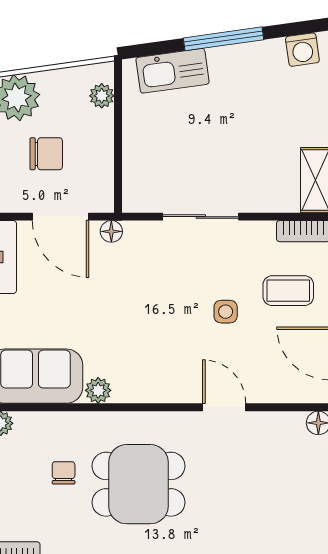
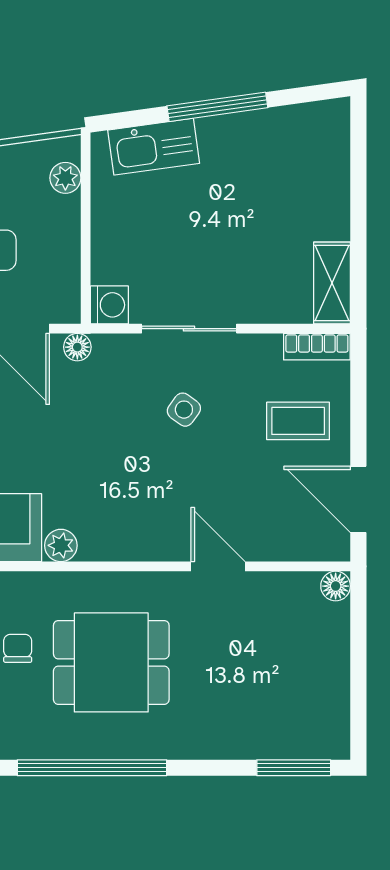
washing machine: (302, 50) -> (109, 305), moved, turned -82
side table: (226, 312) -> (184, 410), moved, turned 36

